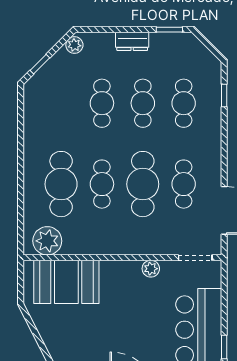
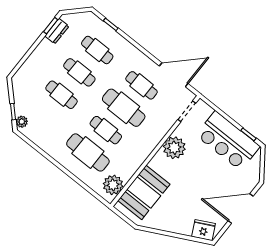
dresser: (132, 41) -> (57, 31), moved
plant: (74, 45) -> (22, 122), moved
plant: (151, 269) -> (174, 148), width x1.87, depth x1.87

